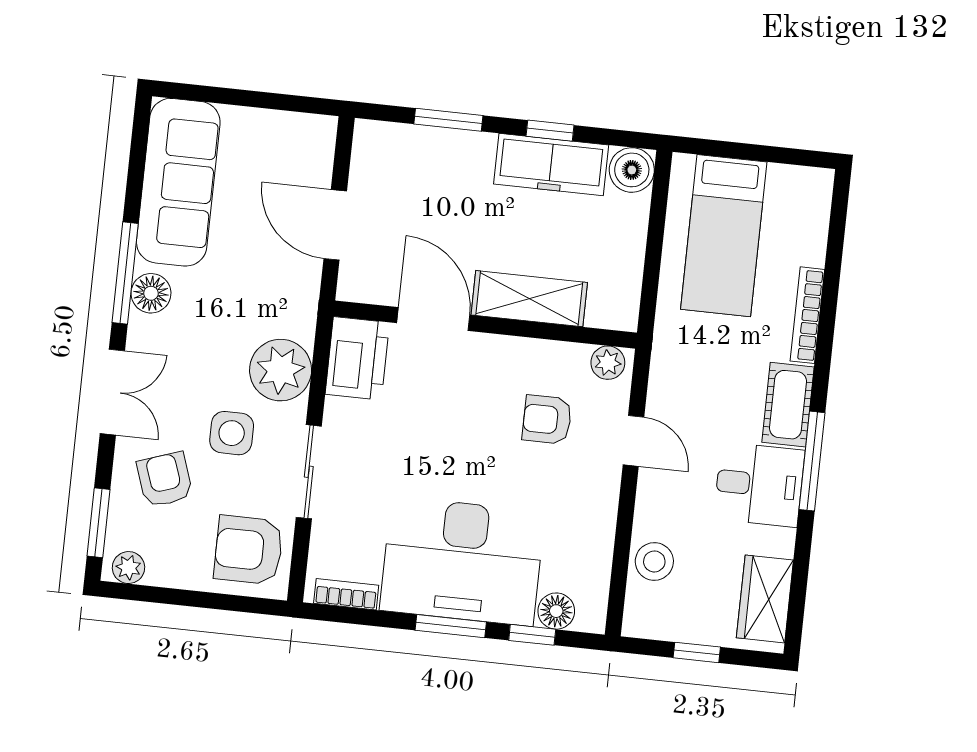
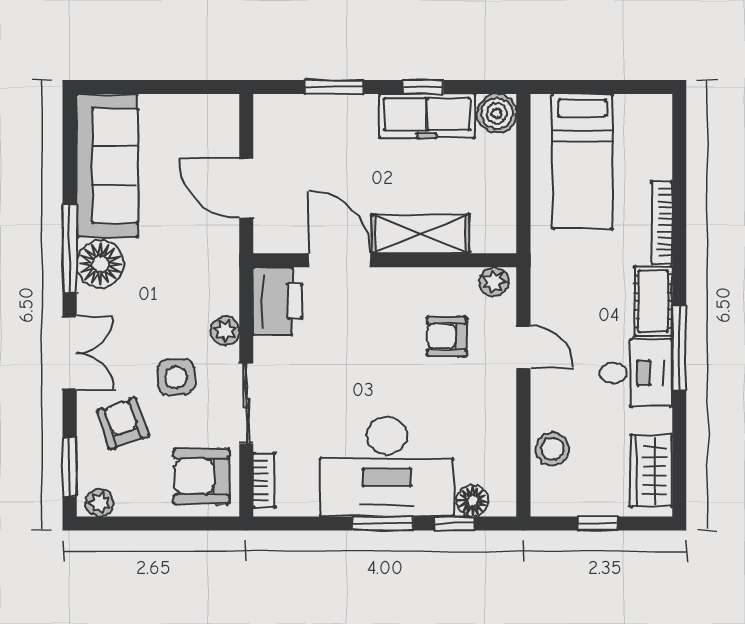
floor lamp: (151, 293) -> (100, 264), width x1.38, depth x1.38
plant: (281, 370) -> (225, 331), width x0.53, depth x0.53
bookcase: (346, 594) -> (264, 480), moved, turned 90

